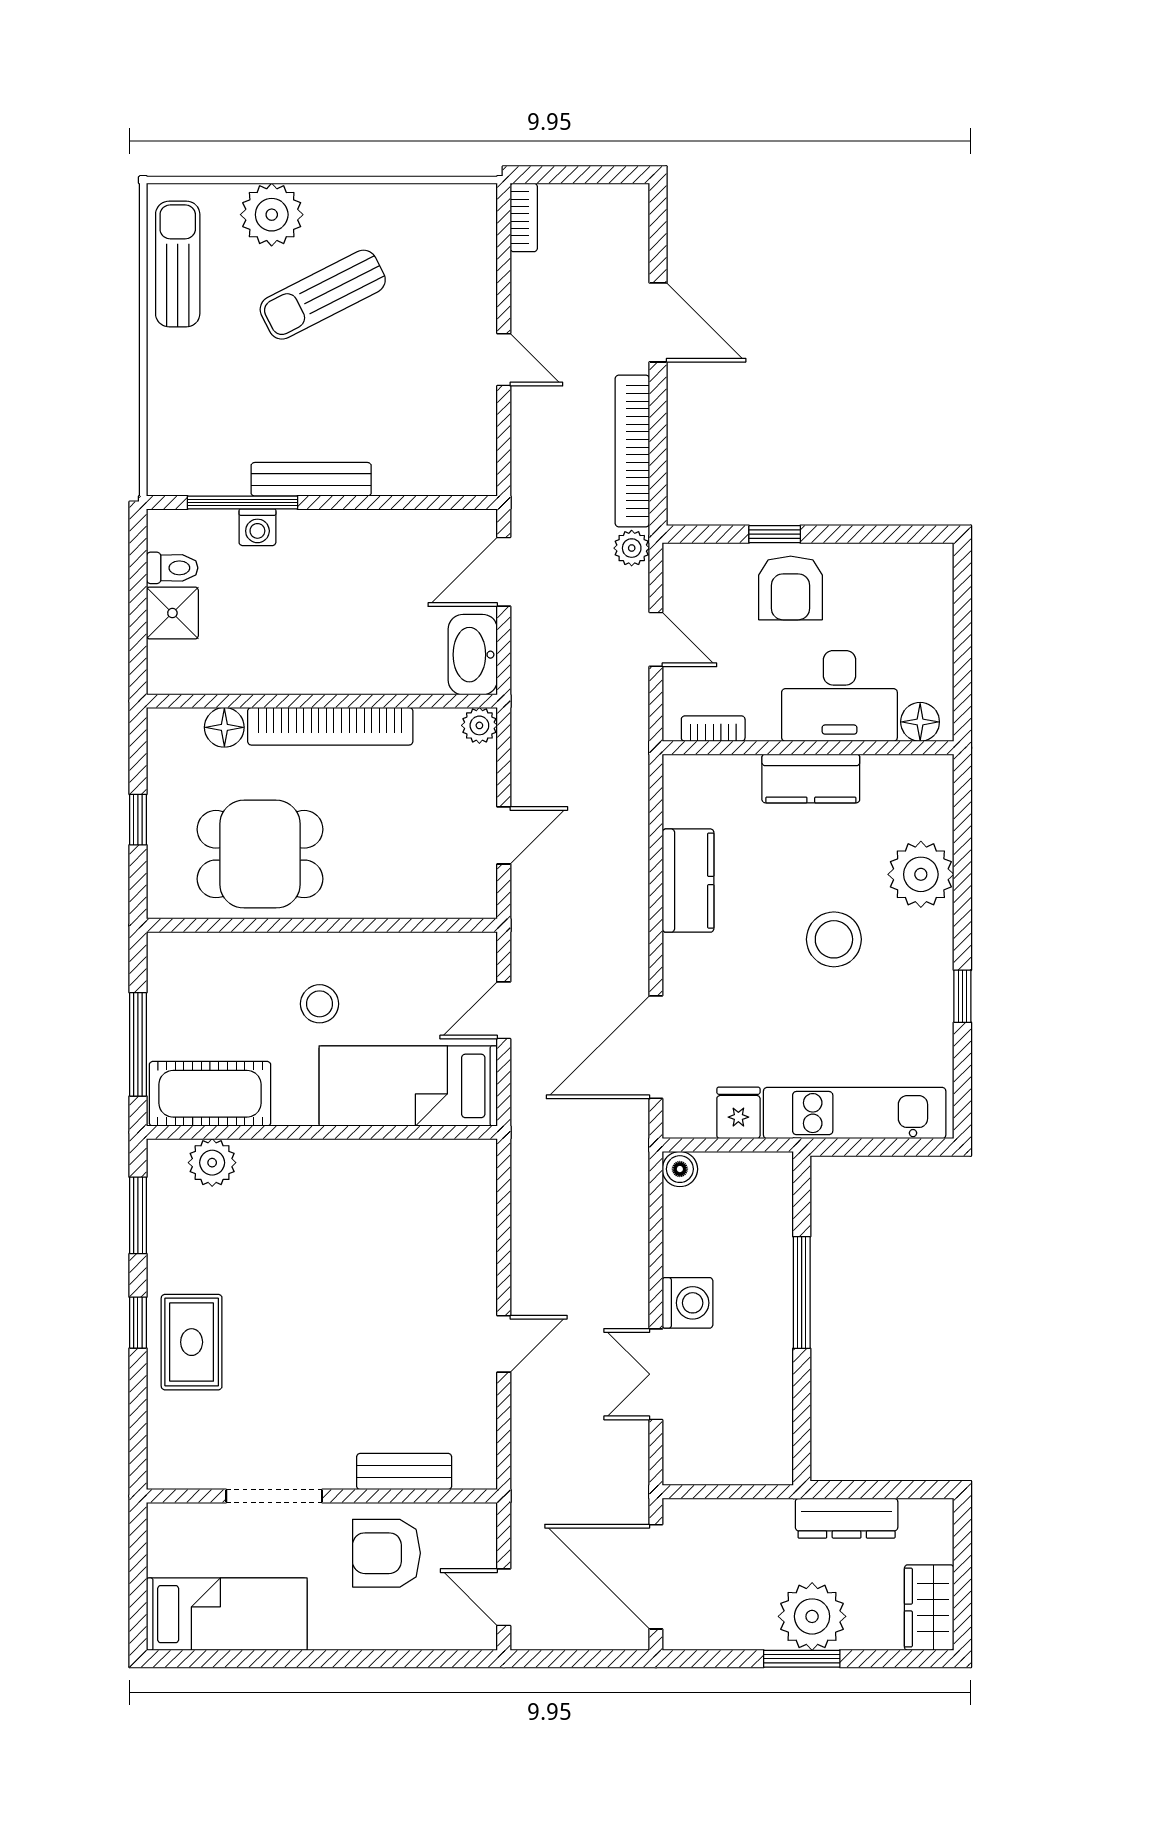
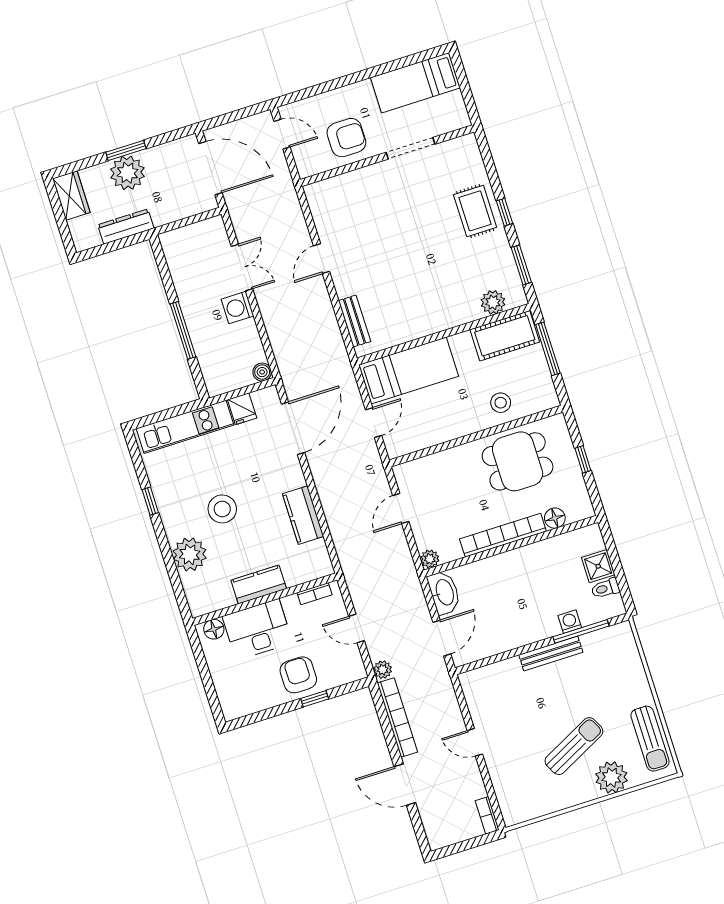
stool: (320, 1004) -> (501, 403), moved
bench: (404, 1472) -> (354, 321), moved, turned 90

